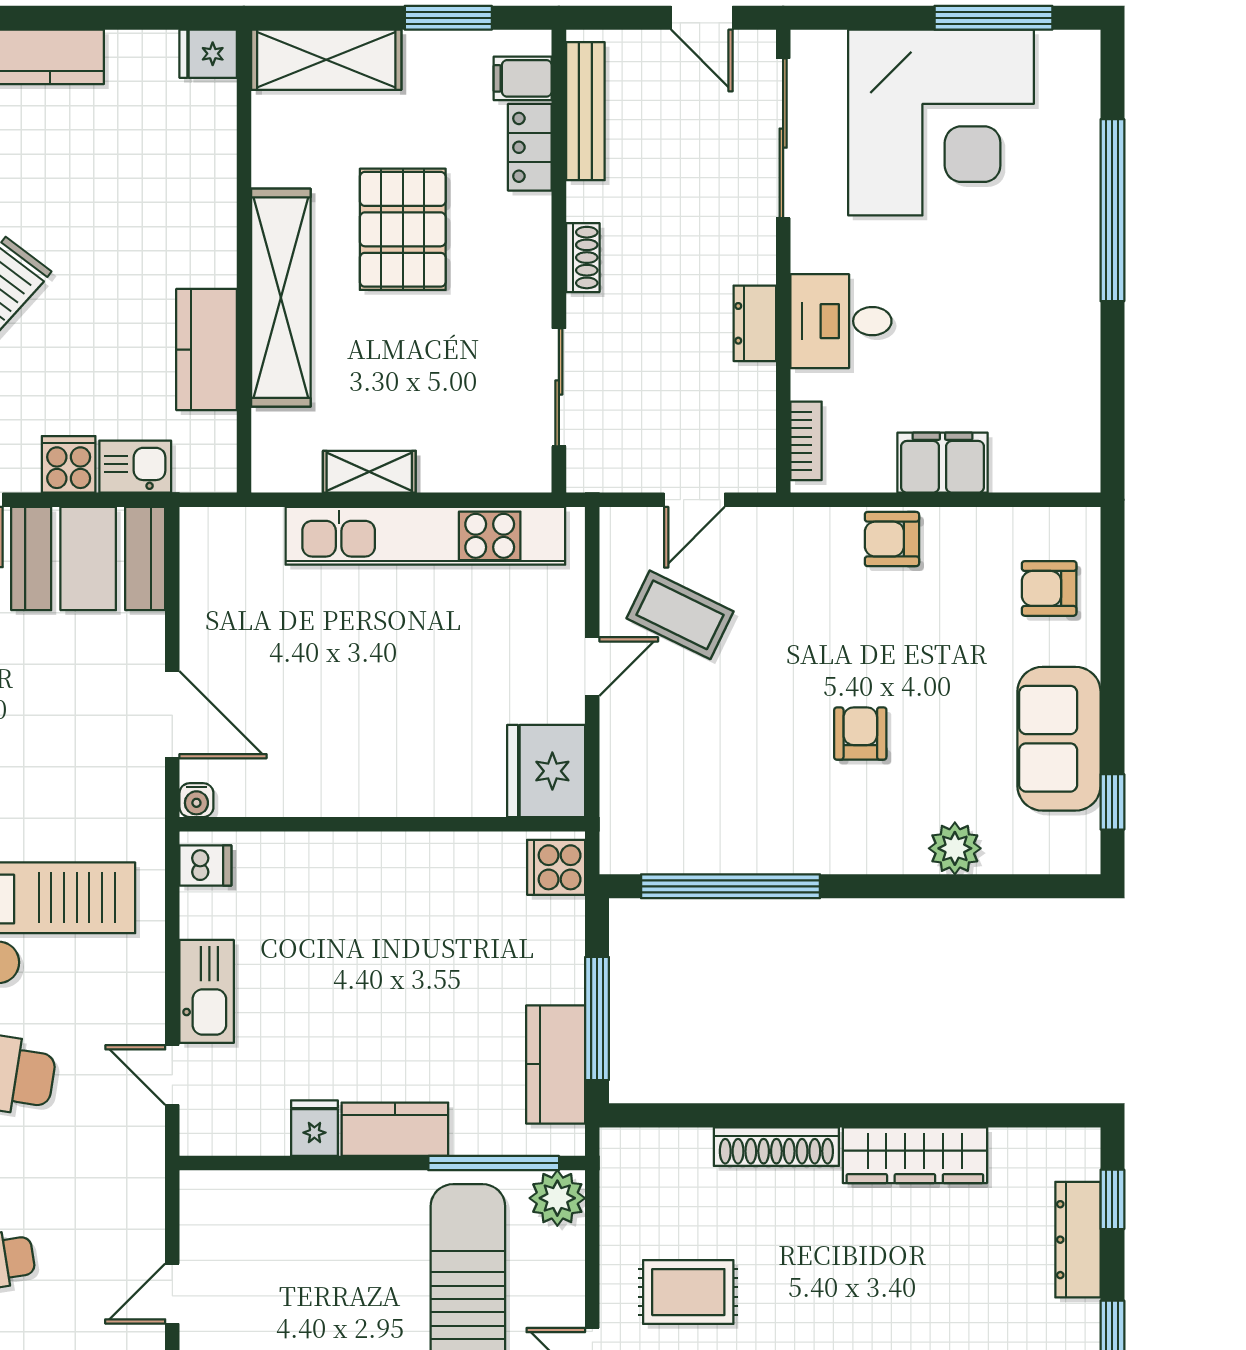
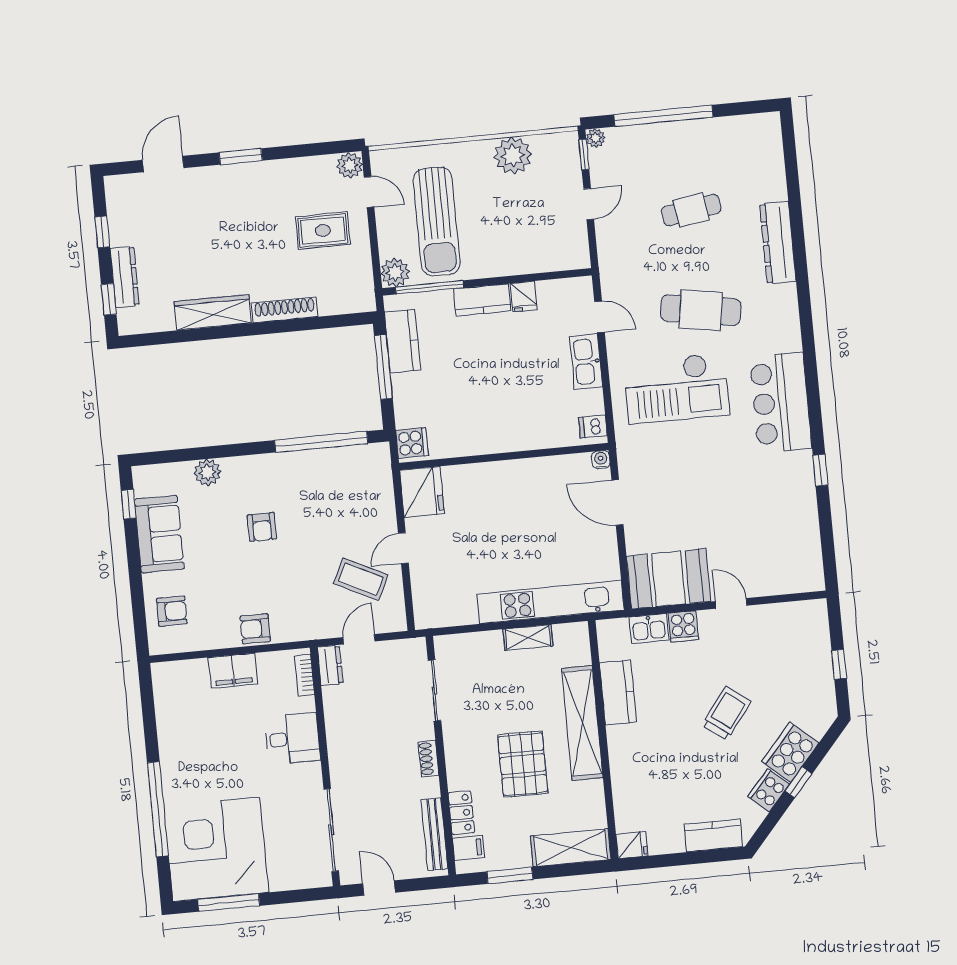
corner desk: (941, 123) -> (216, 849), moved
dresser: (755, 323) -> (330, 666), moved
kitchen unit: (425, 536) -> (551, 602), moved
armchair: (892, 539) -> (255, 629), turned 180

